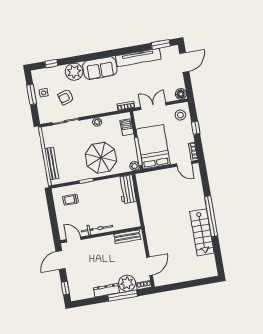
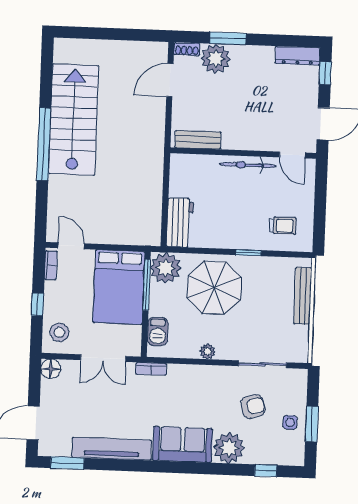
plant: (135, 166) -> (166, 268), width x1.87, depth x1.87
stairs: (202, 232) -> (74, 120), width x1.36, depth x1.51
dresser: (106, 290) -> (297, 56), moved
window: (123, 296) -> (228, 38), width x0.69

